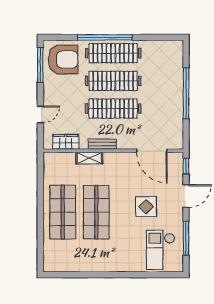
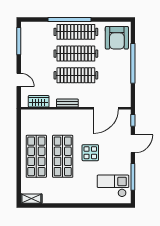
armchair: (63, 59) -> (117, 38), moved, turned 90
door: (40, 114) -> (19, 80), hinge flipped
door: (152, 151) -> (106, 108), hinge flipped
shelving: (89, 158) -> (31, 199), moved
display table: (146, 207) -> (90, 153), moved
checkout: (161, 250) -> (113, 186), turned 90

